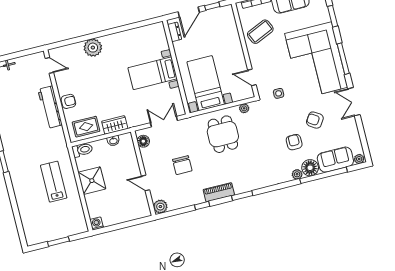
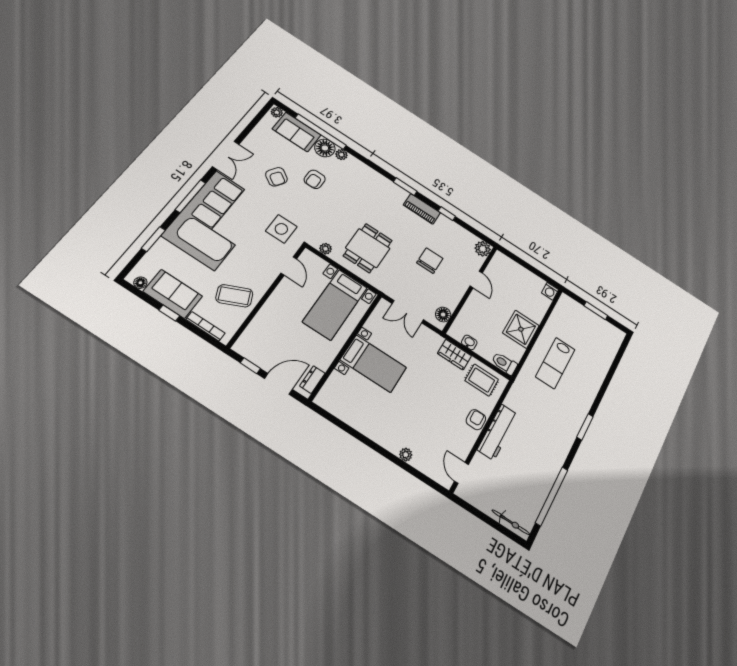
plant: (93, 48) -> (406, 455), width x0.53, depth x0.53
side table: (279, 93) -> (281, 229), width x1.87, depth x1.87
armchair: (68, 101) -> (476, 420), turned 90

